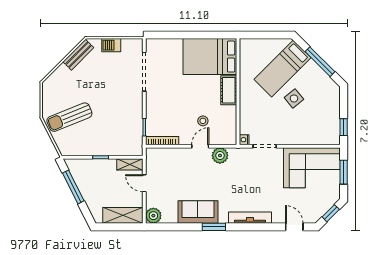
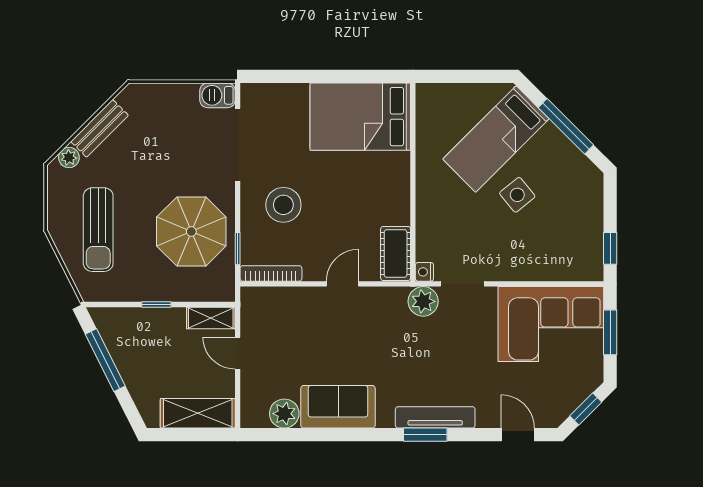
barbecue: (111, 45) -> (217, 95), moved
bench: (78, 55) -> (100, 128), moved
plant: (54, 78) -> (69, 157), added
cot: (229, 90) -> (396, 253), moved
sun lounger: (69, 117) -> (98, 230), turned -68
parasol: (119, 118) -> (191, 232), added
stool: (203, 121) -> (283, 205), moved, width x1.89, depth x1.89
plant: (220, 156) -> (423, 301), moved
plant: (153, 216) -> (284, 414), moved
window: (214, 227) -> (425, 435), moved

